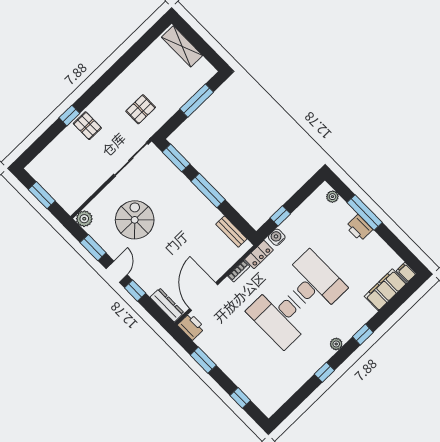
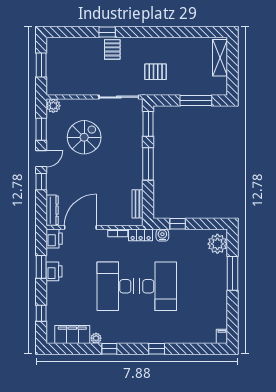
plant: (332, 197) -> (217, 244), width x1.88, depth x1.88
printer: (359, 228) -> (54, 271), moved, turned 180
filing cabinet: (385, 290) -> (72, 335), moved
plant: (336, 344) -> (96, 338), moved

